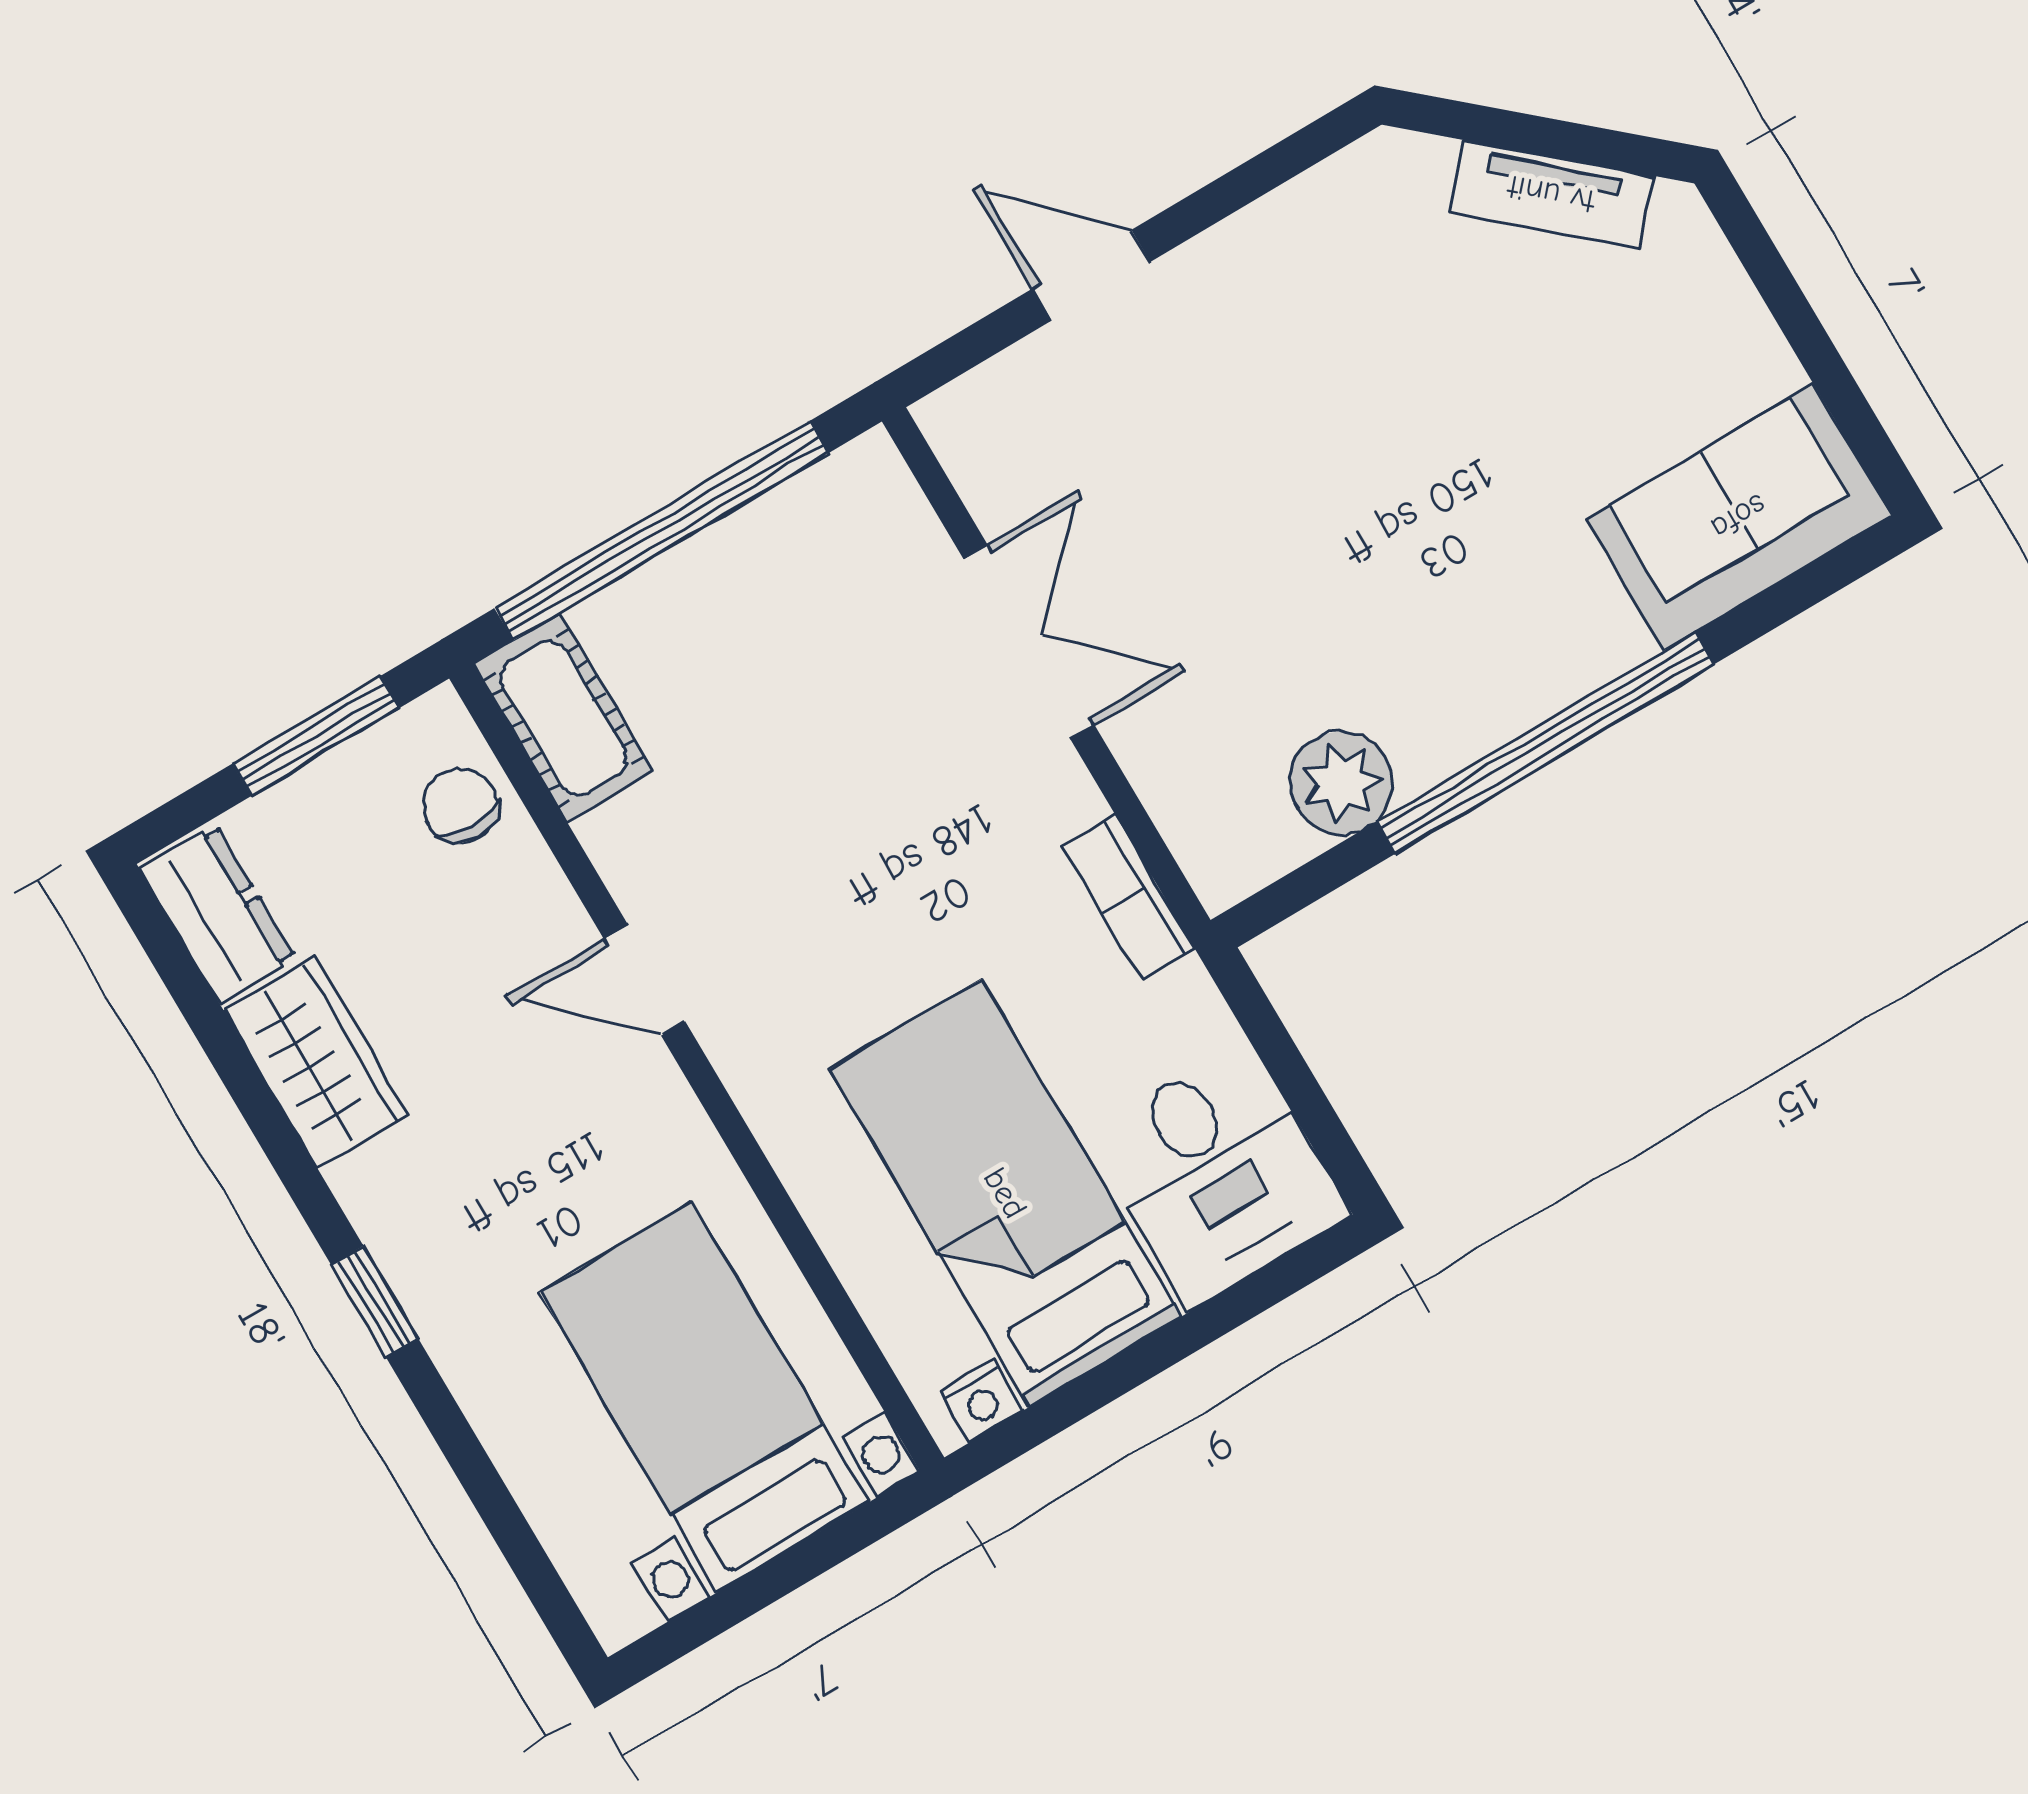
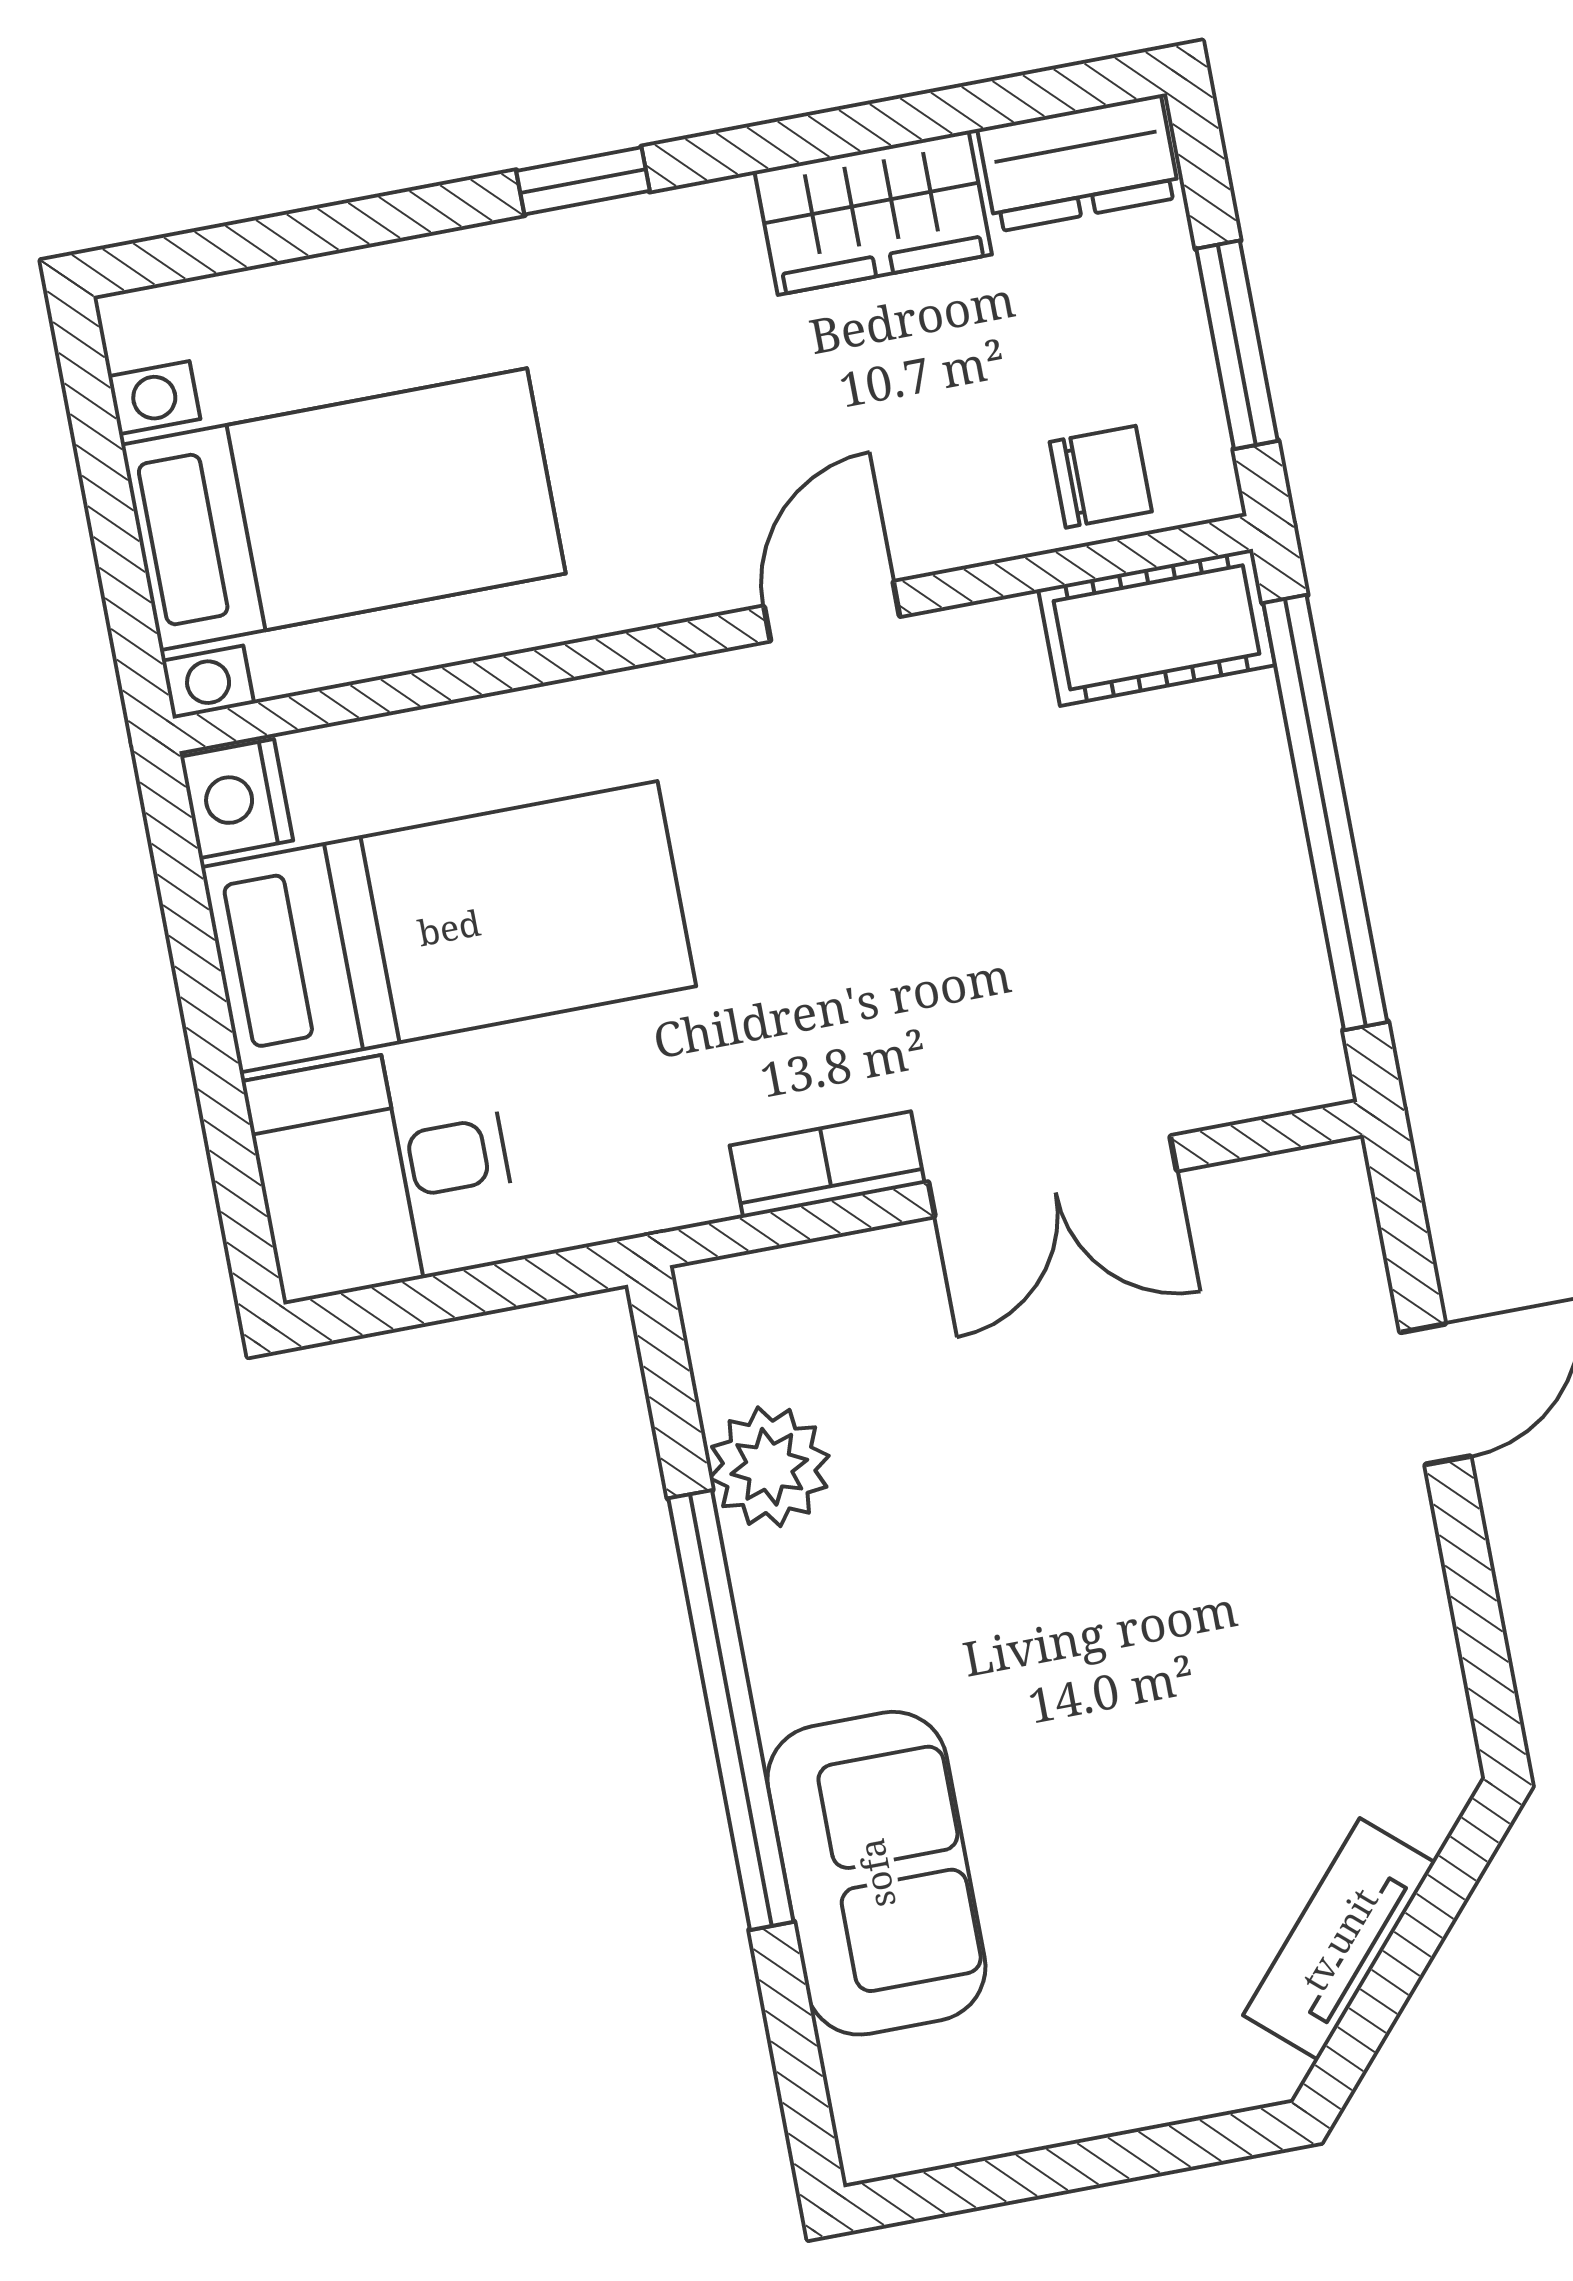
sofa: (1739, 517) -> (876, 1873), moved
bookcase: (1128, 898) -> (827, 1164), moved
nightstand: (981, 1401) -> (237, 799), width x1.39, depth x1.35

